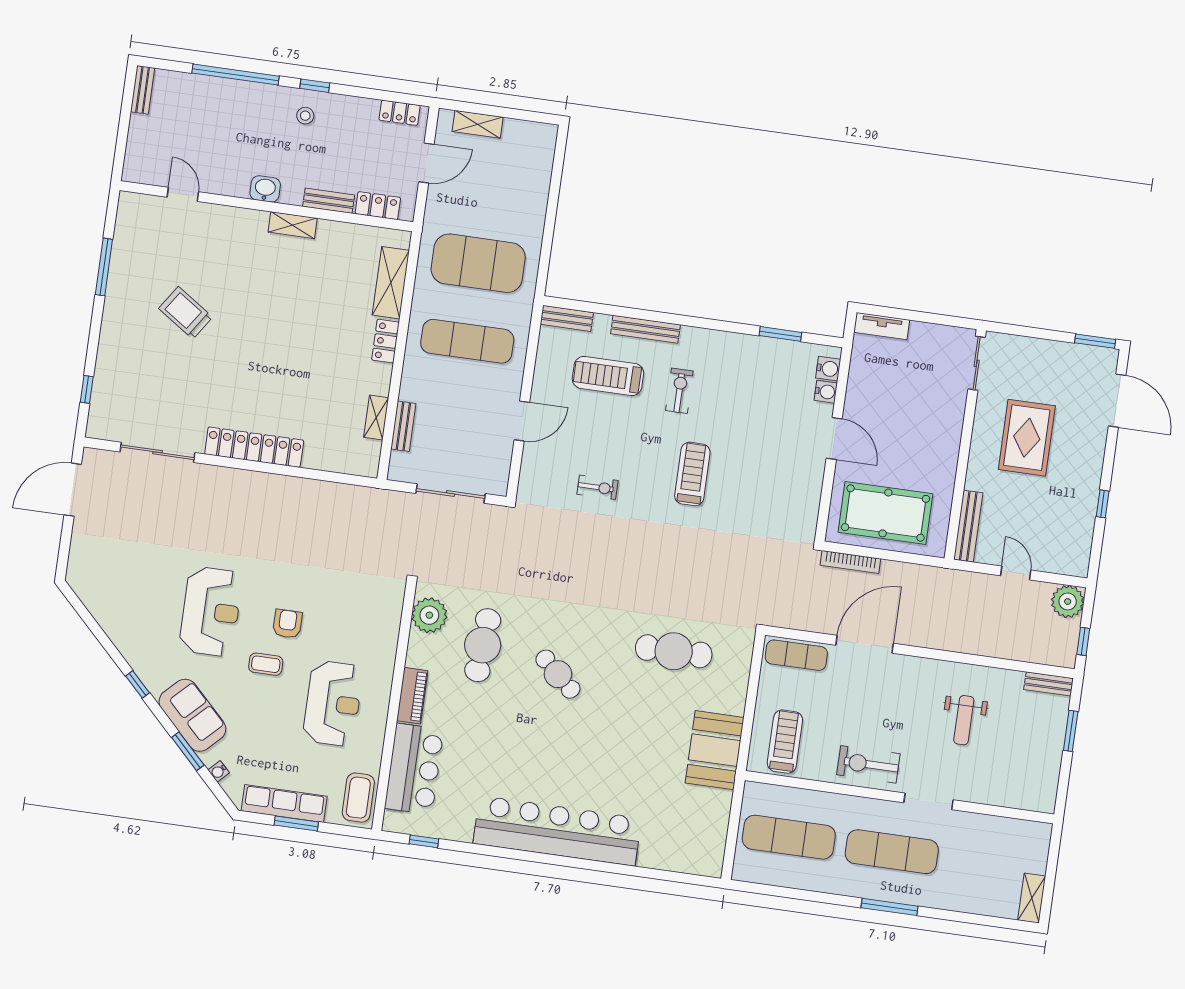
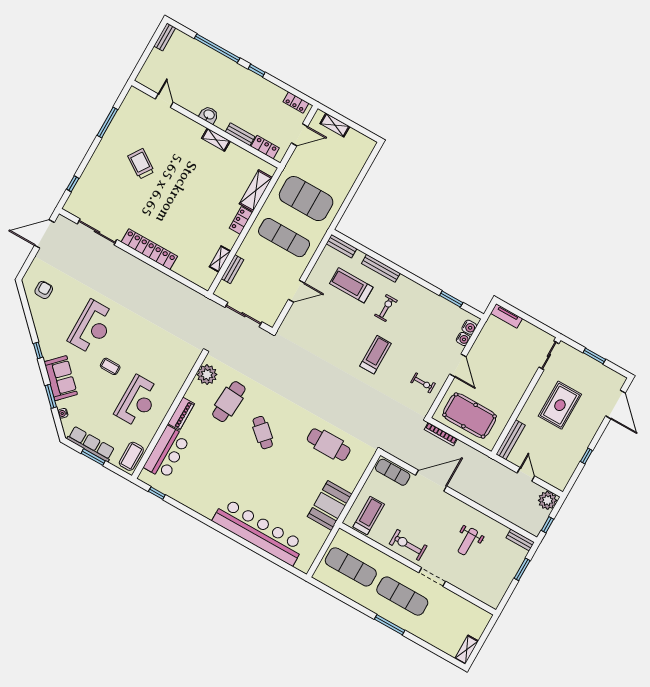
stool: (305, 116) -> (245, 84), removed
window: (1095, 341) -> (594, 356), moved
exercise bike: (598, 487) -> (423, 383), moved
armchair: (287, 624) -> (44, 290), moved
bar counter: (557, 831) -> (259, 532), moved

